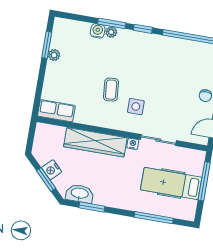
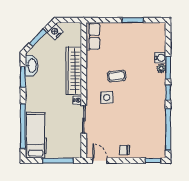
window: (47, 45) -> (133, 20), moved
plant: (54, 55) -> (136, 27), removed
nightstand: (52, 170) -> (55, 32), moved
hospital bed: (171, 183) -> (36, 135), moved
window: (154, 218) -> (23, 126), width x1.46

